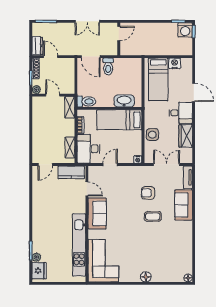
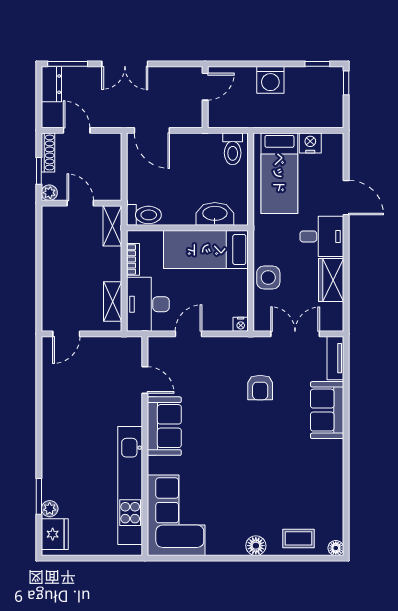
double door: (87, 21) -> (125, 64), moved
washing machine: (185, 30) -> (270, 80), moved
dresser: (37, 46) -> (51, 84), moved
toilet: (108, 66) -> (233, 149), moved
kitchen counter: (71, 172) -> (115, 349), removed
armchair: (148, 193) -> (260, 387), turned -90
coffee table: (153, 217) -> (298, 538), moved

